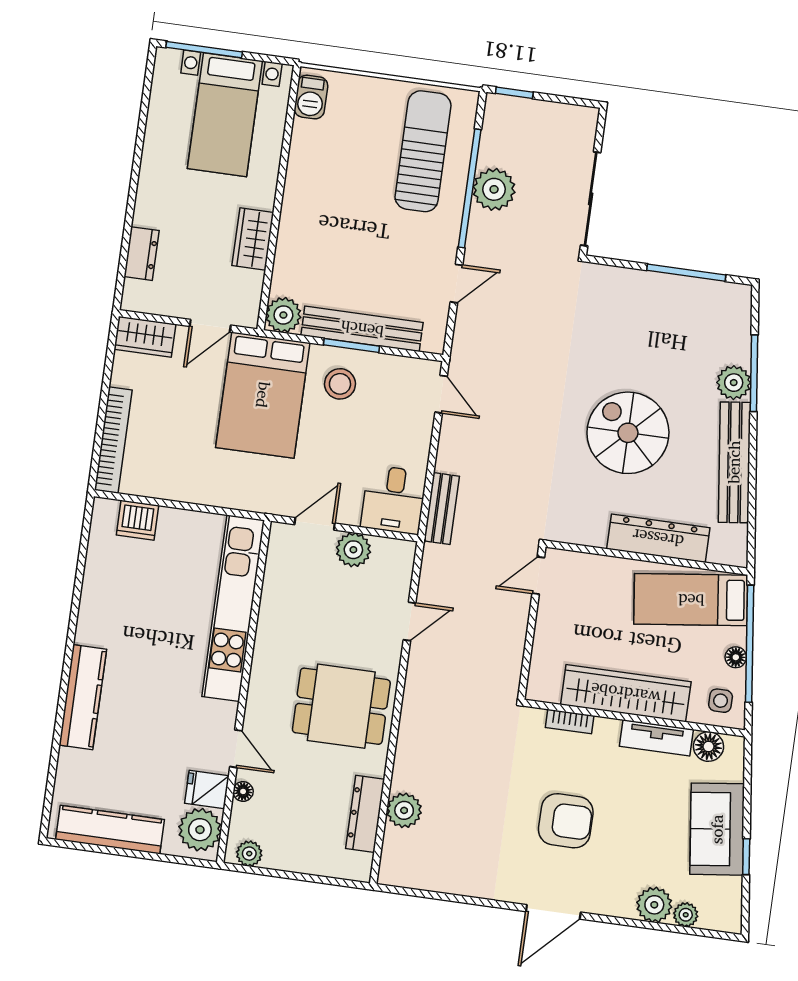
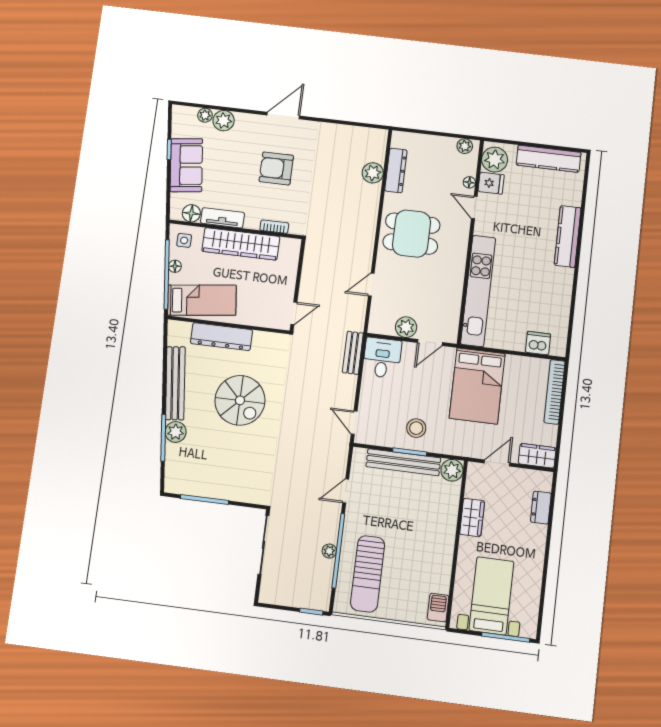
plant: (494, 189) -> (329, 551), width x0.53, depth x0.53
bed: (263, 395) -> (477, 386), moved, turned 180

